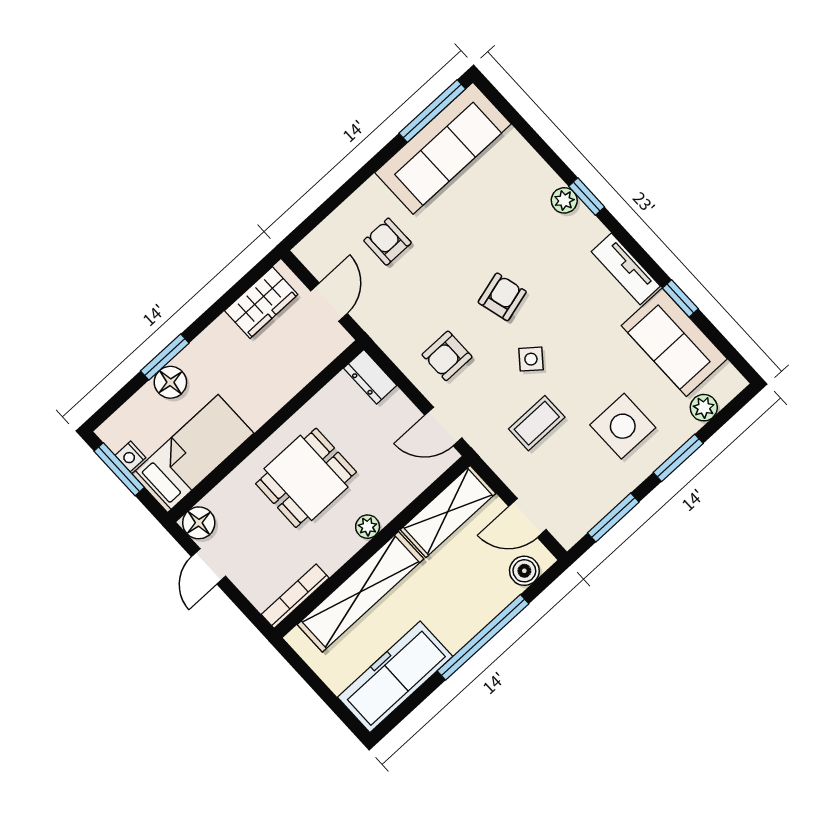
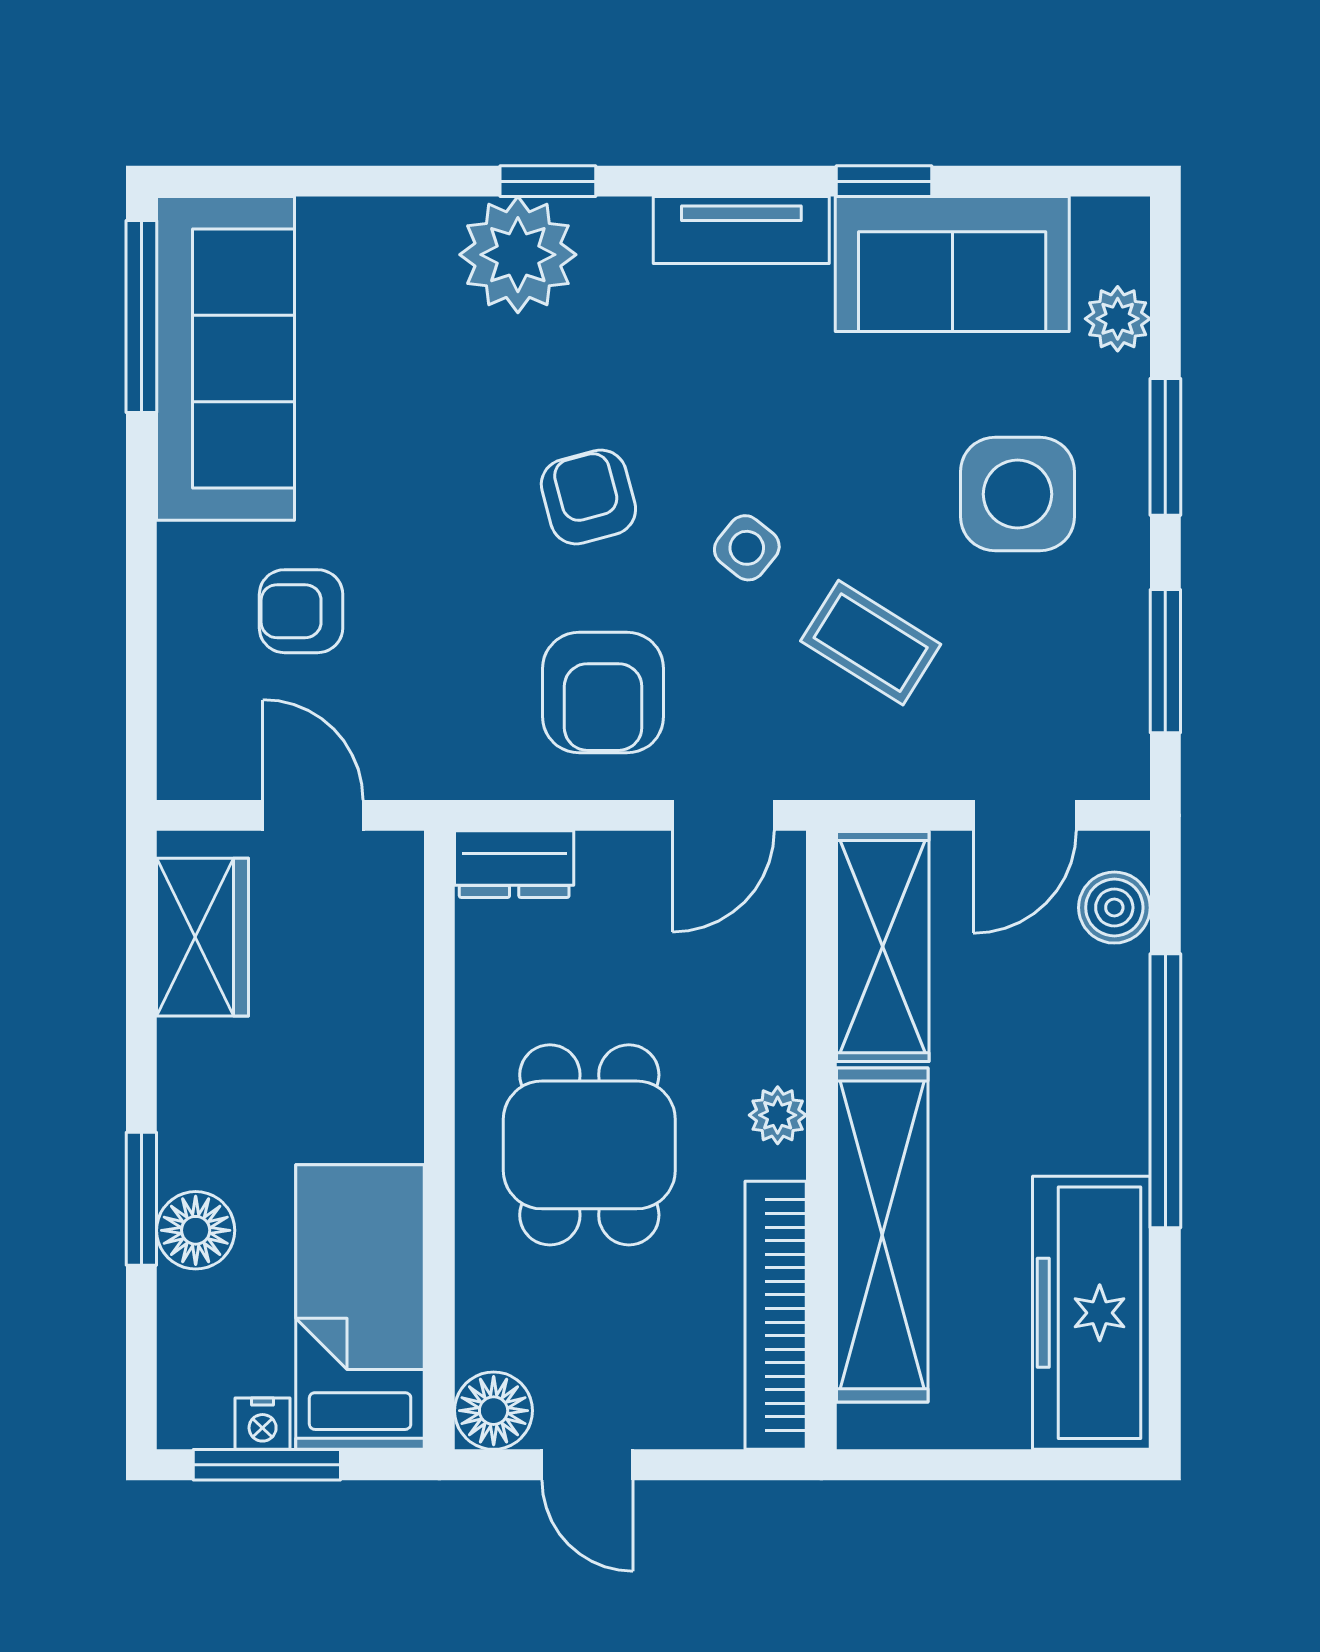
plant: (564, 200) -> (518, 255), width x1.87, depth x1.87
armchair: (447, 356) -> (603, 693), width x1.38, depth x1.38
coffee table: (537, 423) -> (871, 643), turned -58
bookcase: (295, 596) -> (776, 1315), width x1.48, depth x1.31

